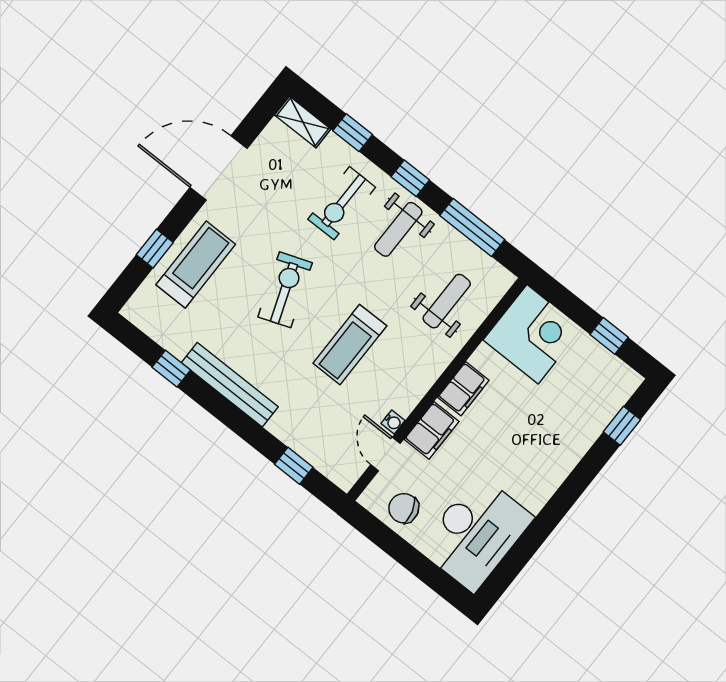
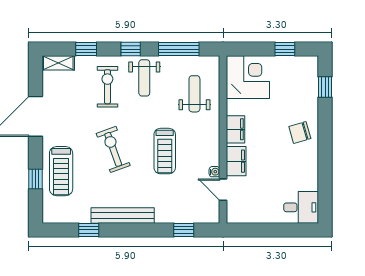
exercise bike: (342, 203) -> (107, 87), turned 180
treadmill: (196, 264) -> (61, 171), turned 180
chair: (404, 508) -> (300, 132), moved
desk: (476, 533) -> (301, 207), width x0.53, depth x0.77

